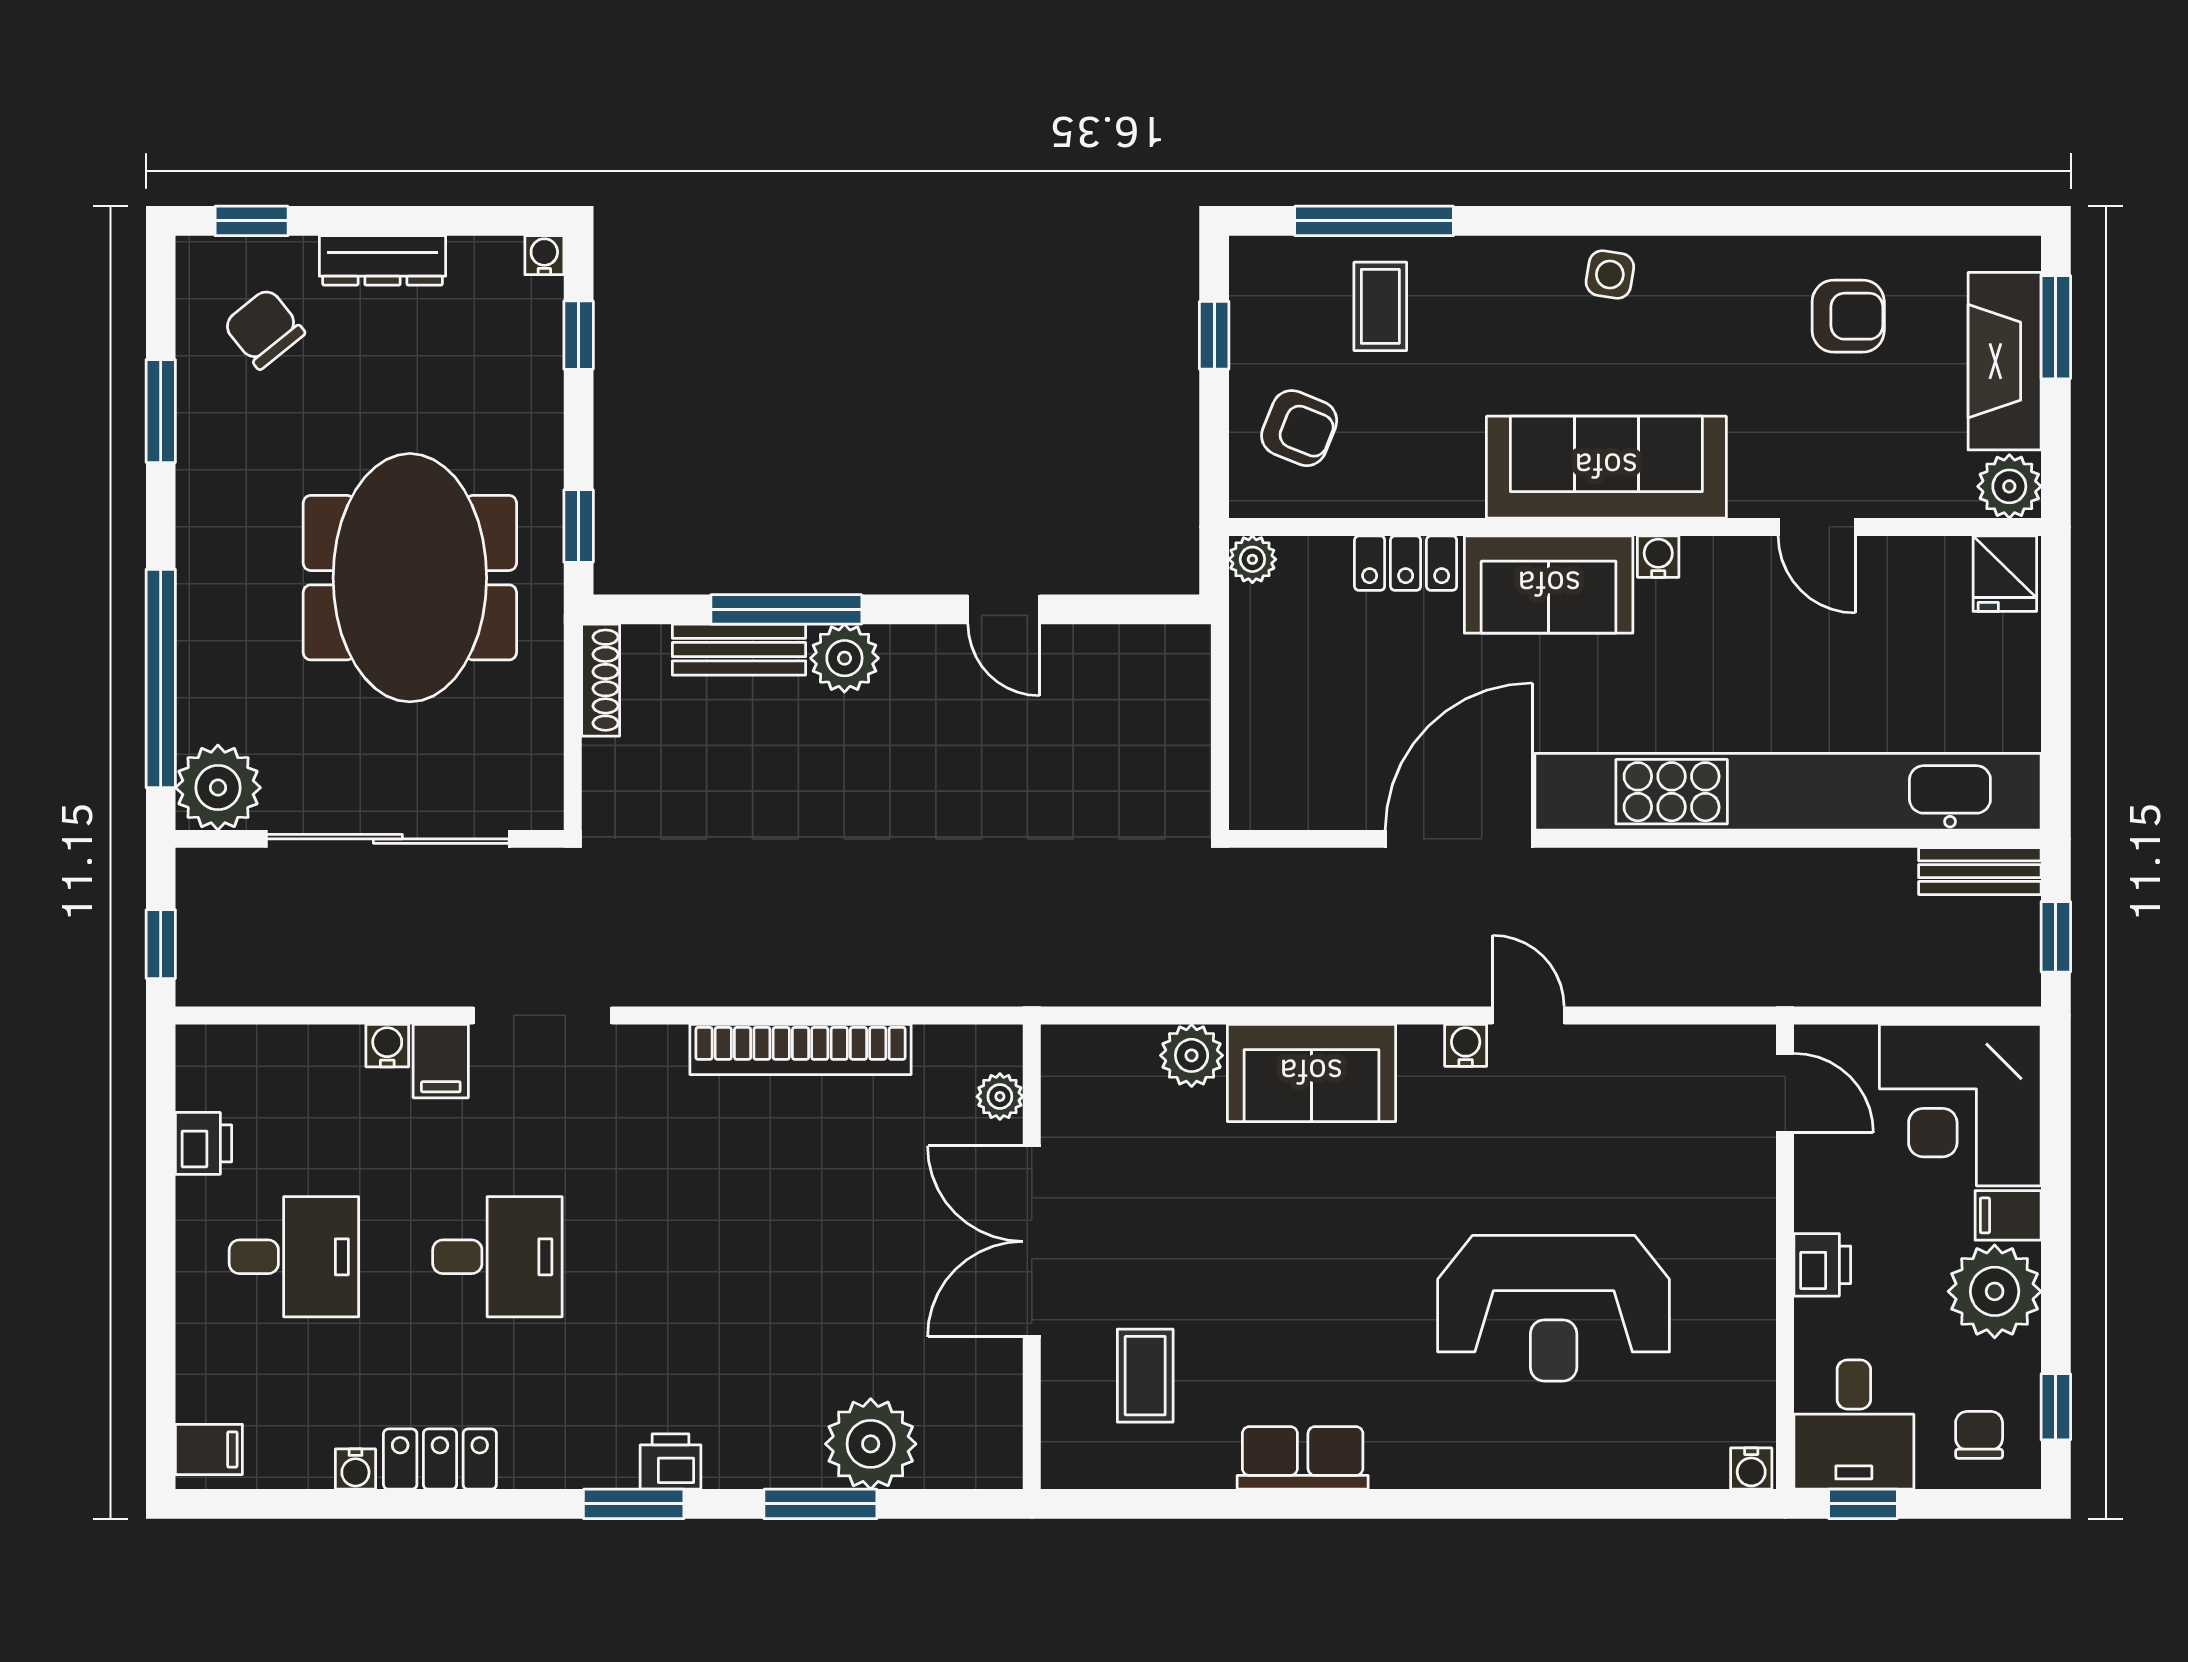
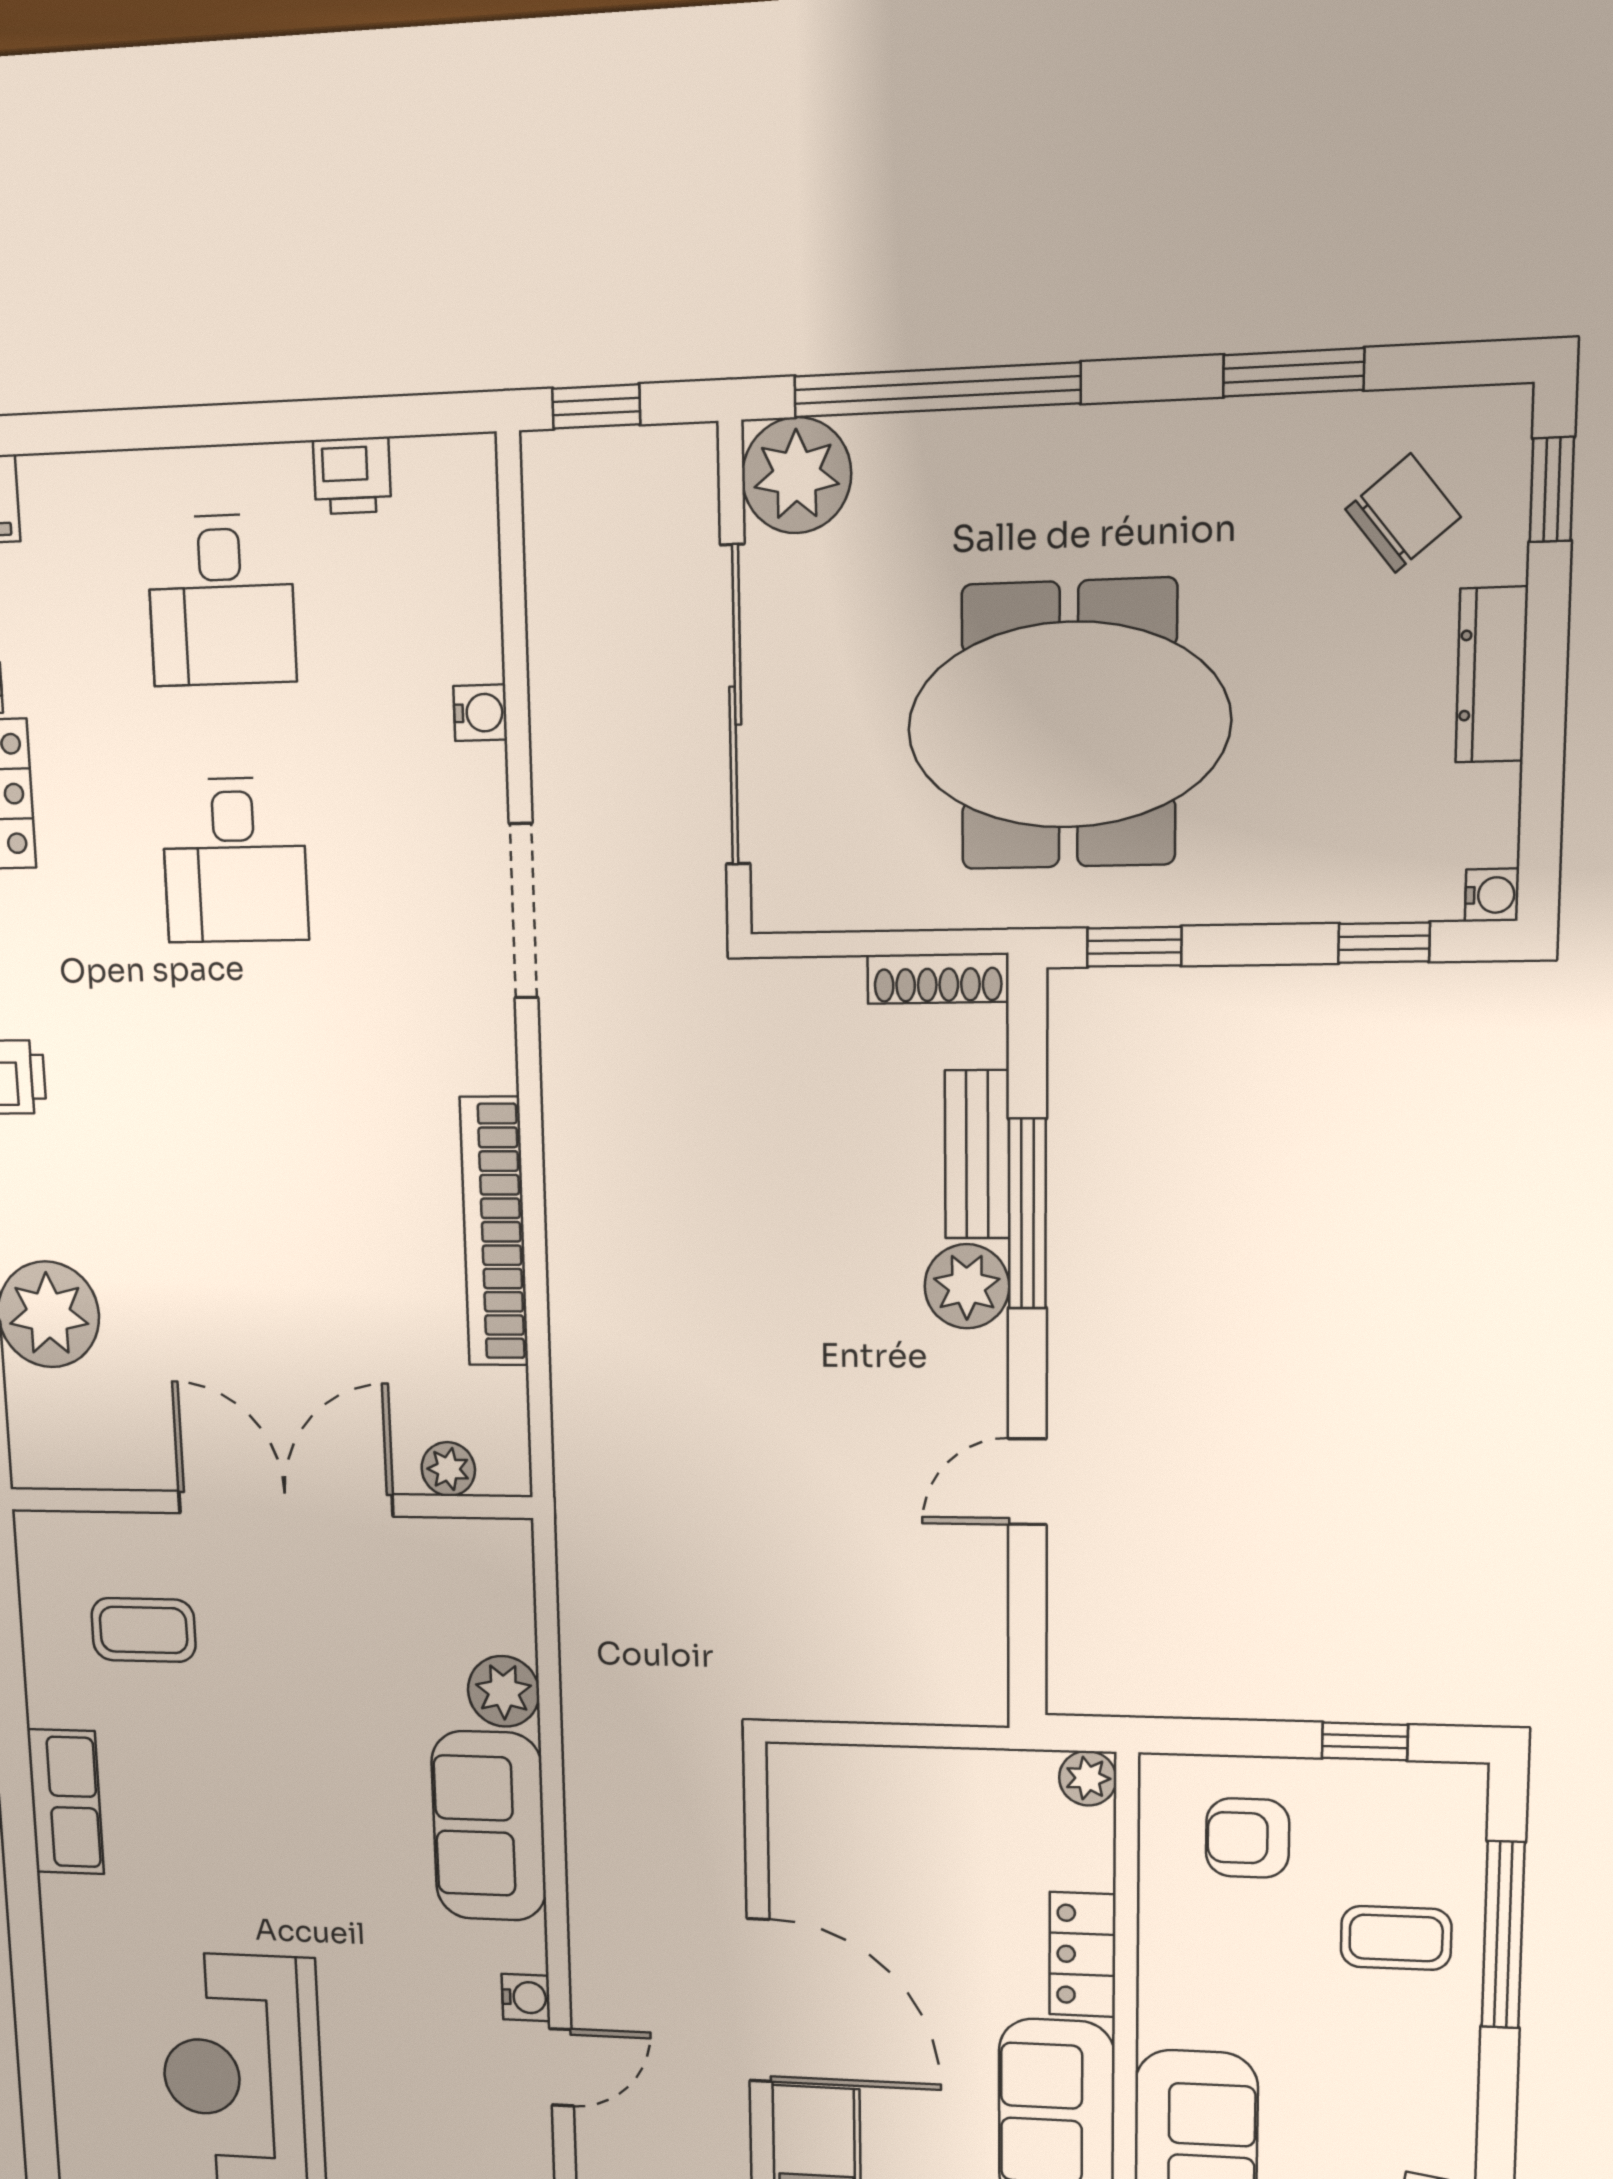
armchair: (1299, 428) -> (1248, 1838), turned 68
filing cabinet: (441, 1061) -> (464, 783), removed

